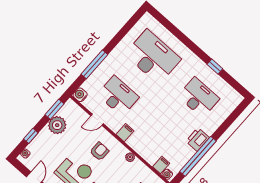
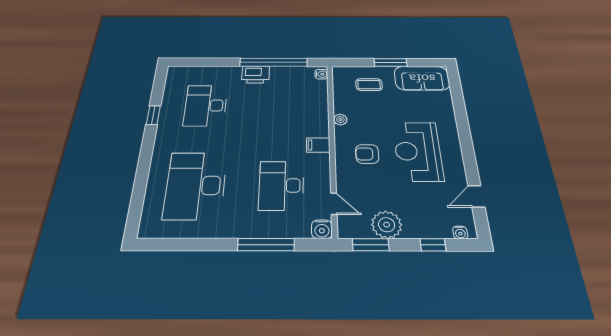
door: (97, 120) -> (334, 204), moved
filing cabinet: (161, 165) -> (318, 86), removed

